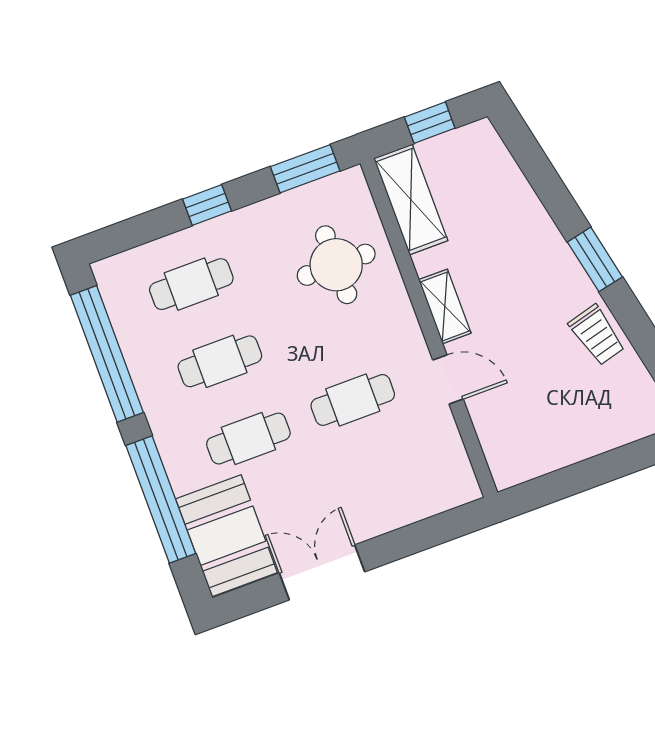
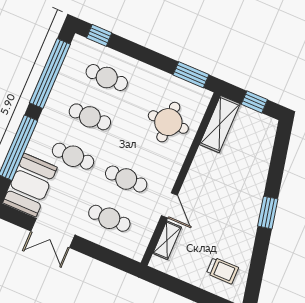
window: (207, 205) -> (99, 35), moved
shelving: (445, 306) -> (167, 240), moved
trolley: (597, 335) -> (223, 271), moved, turned -75
cafe table: (381, 477) -> (109, 218), added
double door: (322, 572) -> (53, 233), swing flipped

